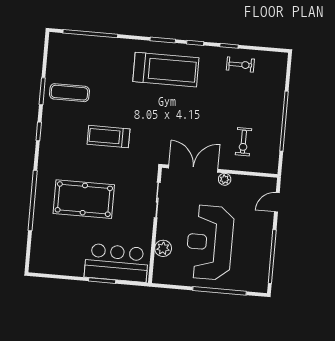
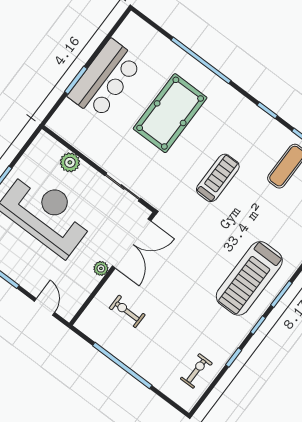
exercise bike: (240, 65) -> (196, 371), moved, turned 180
bar counter: (116, 263) -> (105, 79), moved

